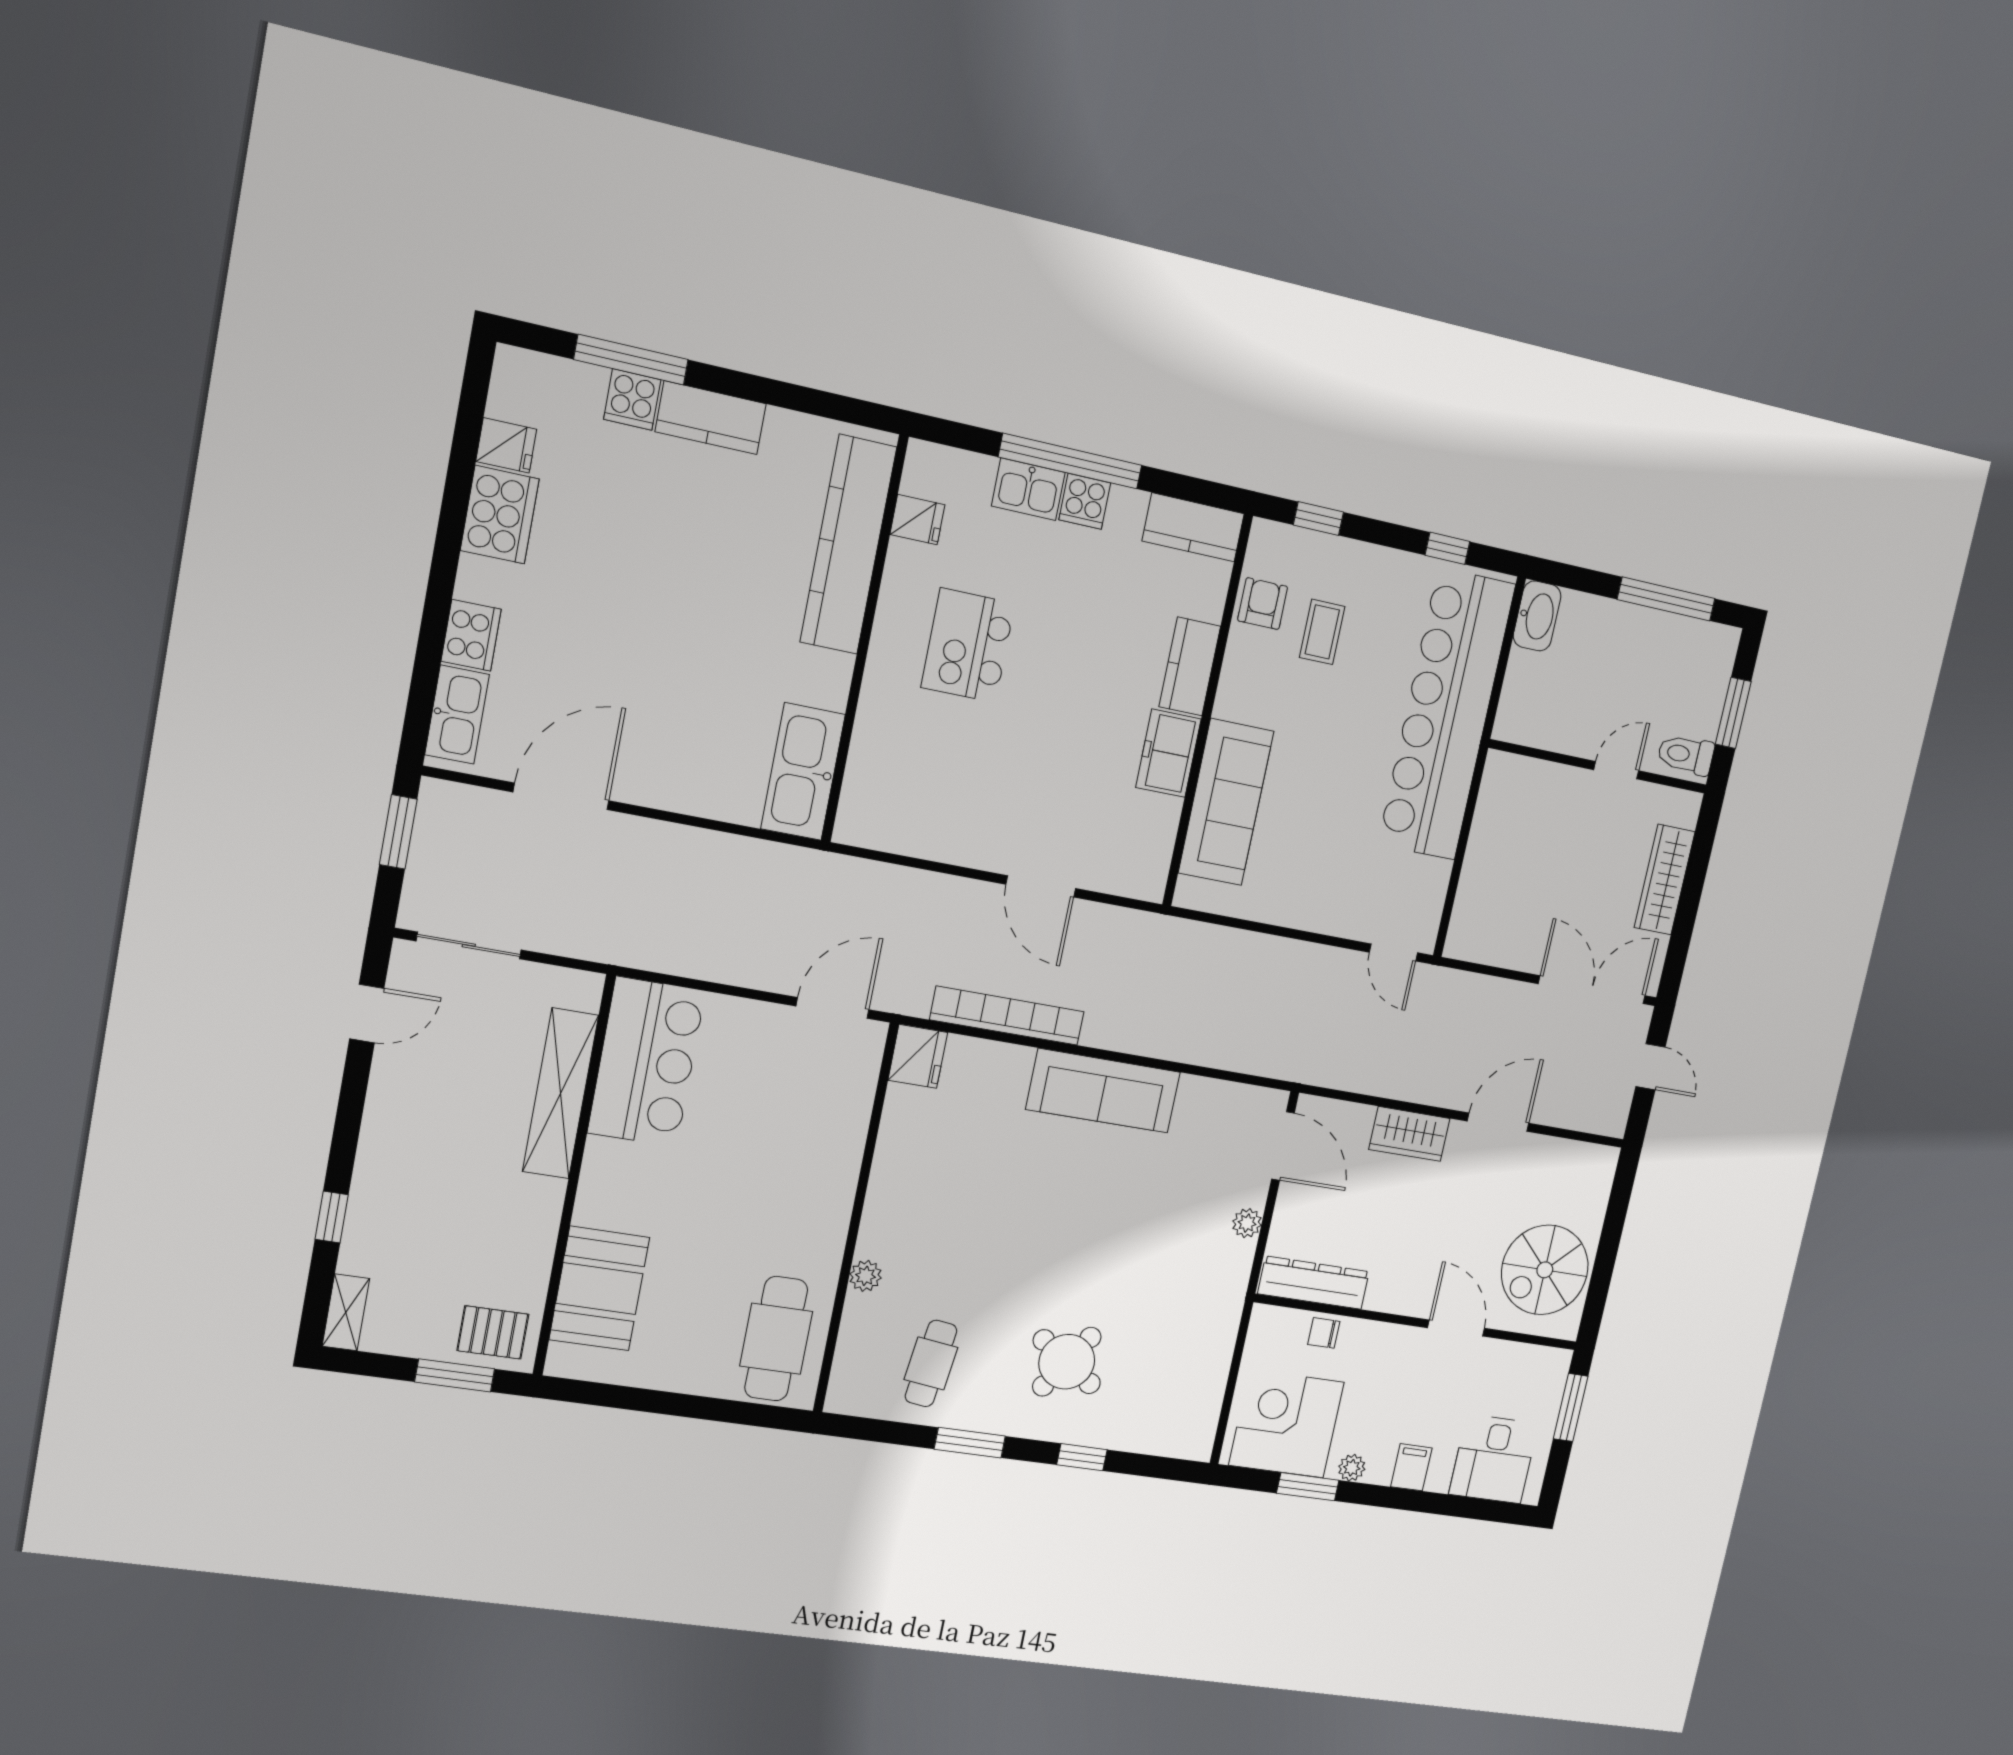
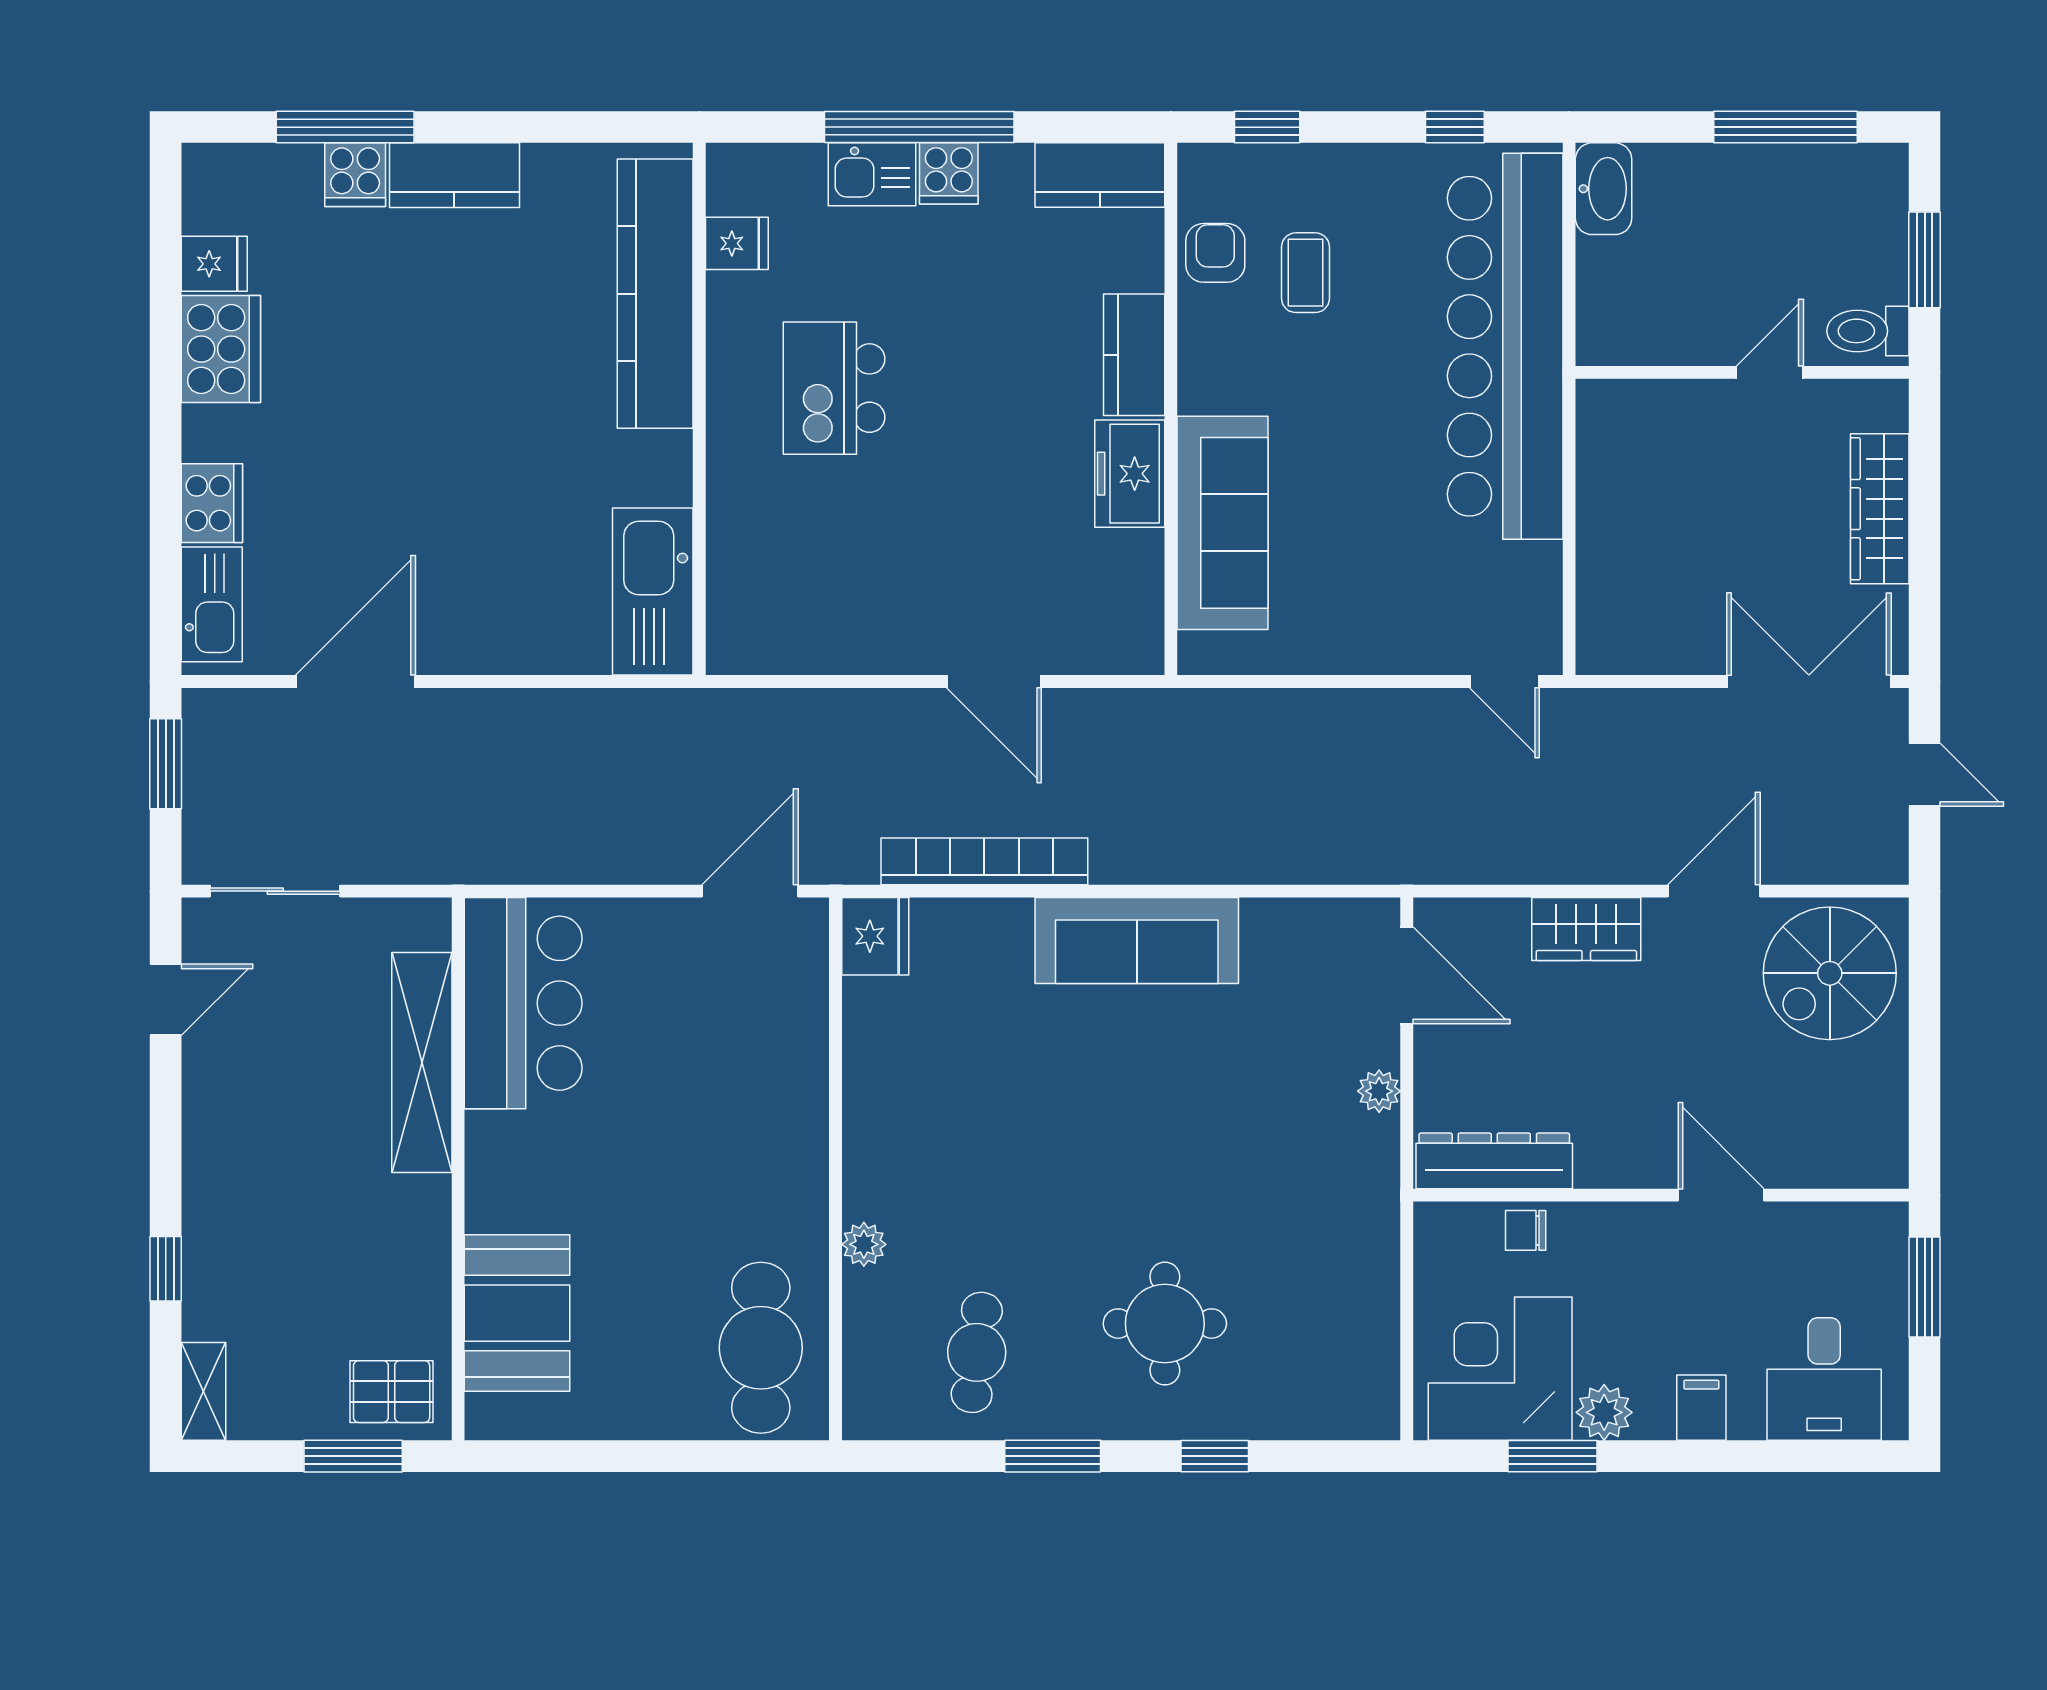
spiral stairs: (1545, 1270) -> (1830, 973), moved
round table: (1067, 1362) -> (1165, 1324), turned -34
plant: (1352, 1468) -> (1604, 1412), width x1.38, depth x1.38

